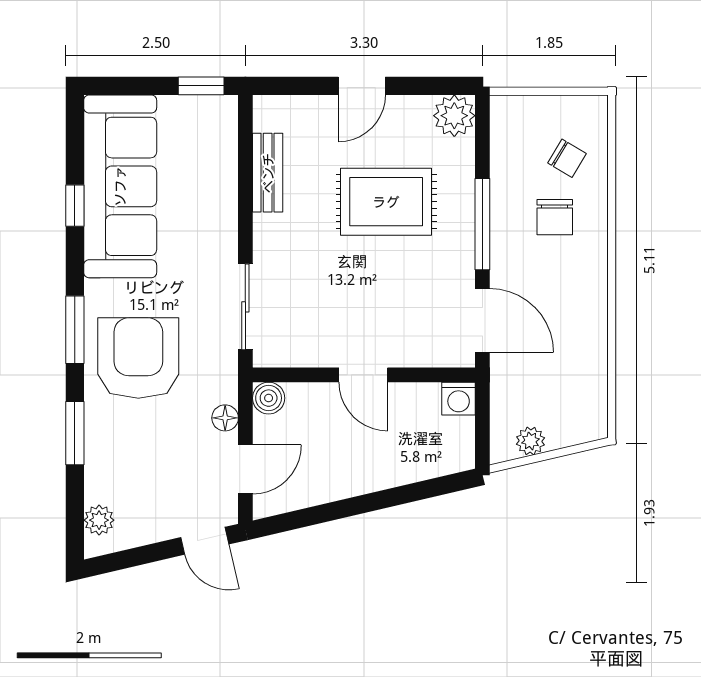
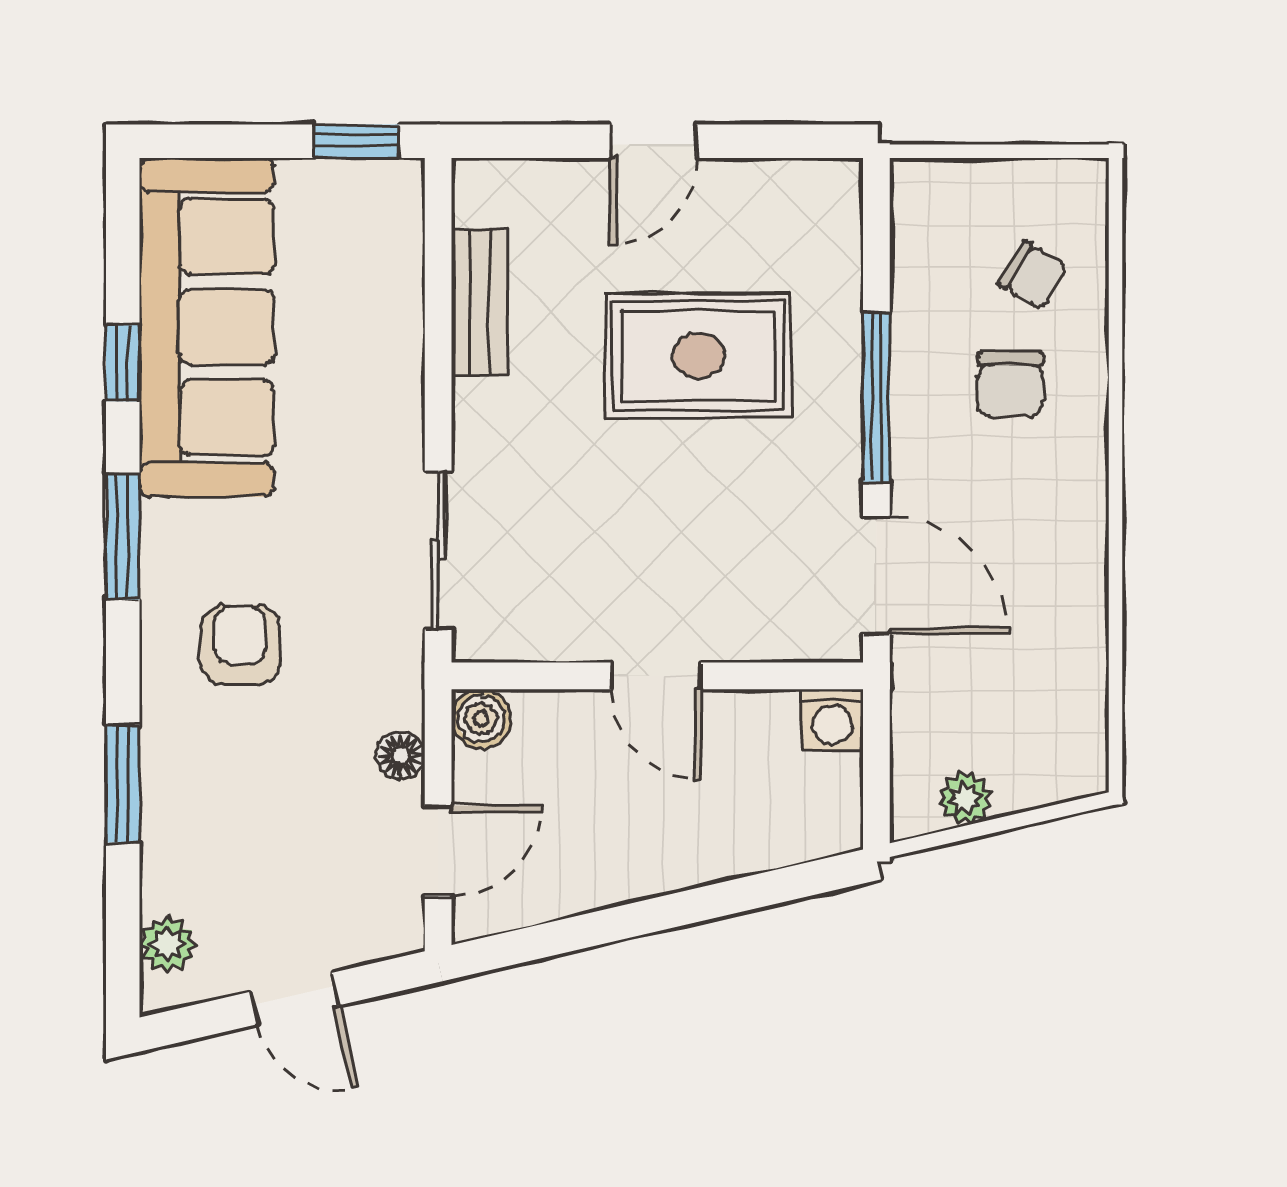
plant: (454, 116) -> (824, 197), removed
window: (75, 330) -> (123, 537), moved
armchair: (138, 358) -> (240, 645), width x0.53, depth x0.53
door: (205, 541) -> (295, 999), moved

